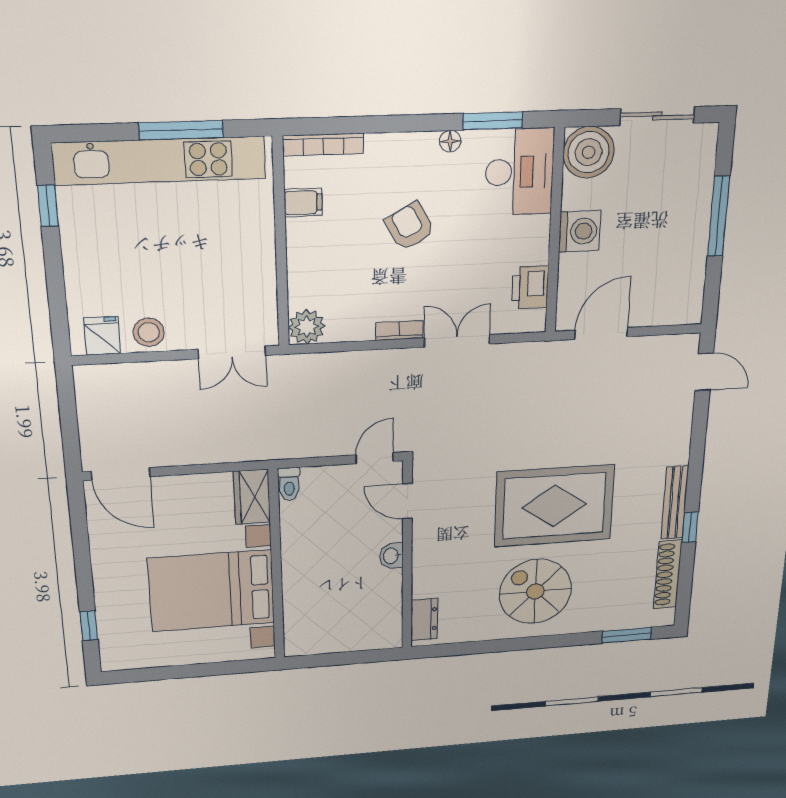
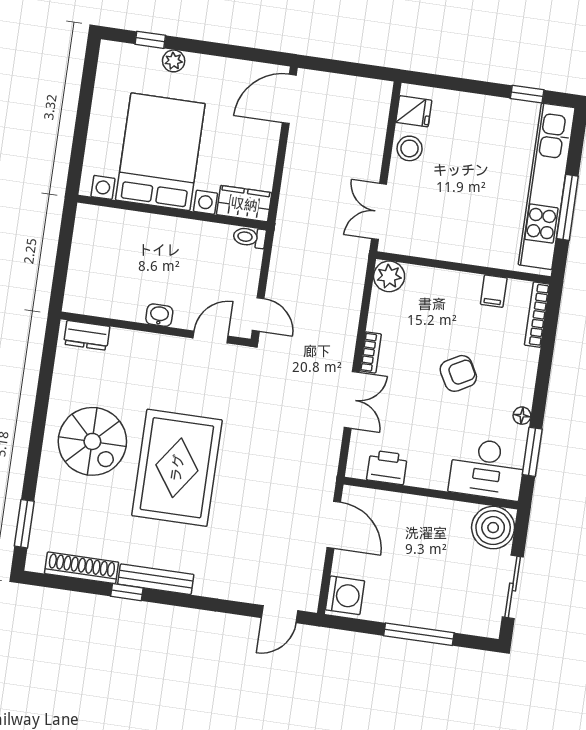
washing machine: (580, 231) -> (345, 595), moved, turned -90
spiral stairs: (535, 591) -> (92, 441), turned 90
plant: (107, 598) -> (174, 61), added

